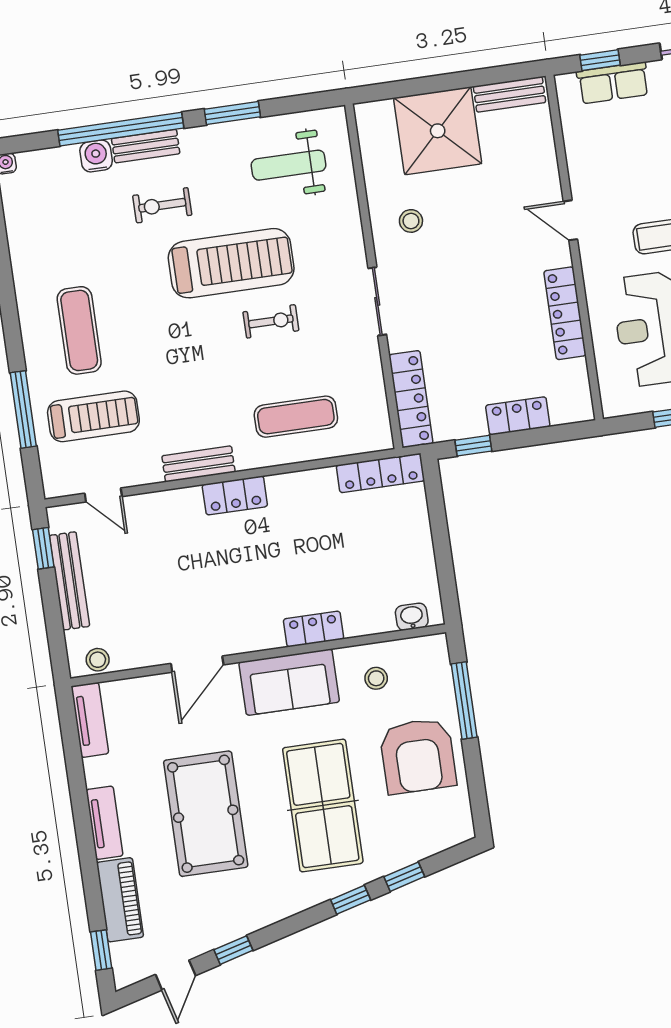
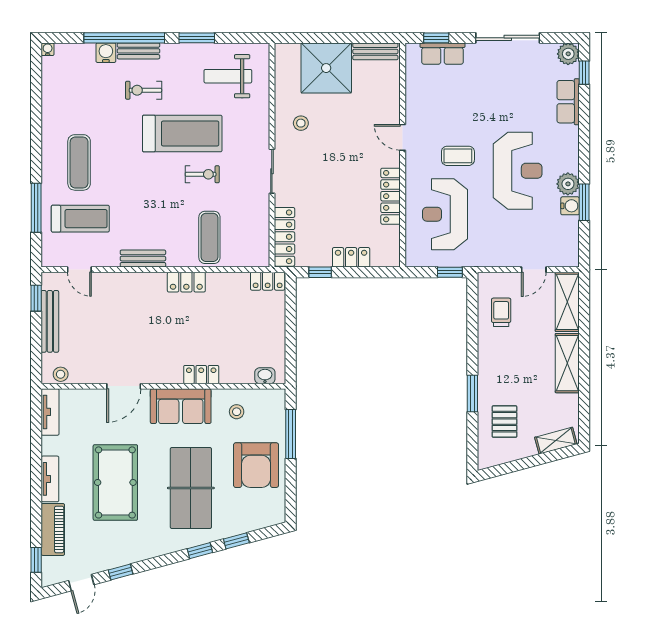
exercise mat: (296, 417) -> (209, 237), turned 90
locker: (380, 473) -> (268, 281), width x0.66
locker: (235, 496) -> (186, 282), moved

